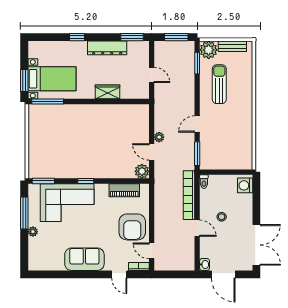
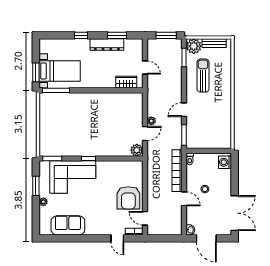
window: (132, 37) -> (117, 35), moved
wardrobe: (108, 92) -> (126, 82), moved
door: (152, 152) -> (145, 134), swing flipped
piano: (124, 190) -> (122, 166), removed
window: (24, 213) -> (36, 186), width x0.69
sofa: (84, 259) -> (68, 225), moved

